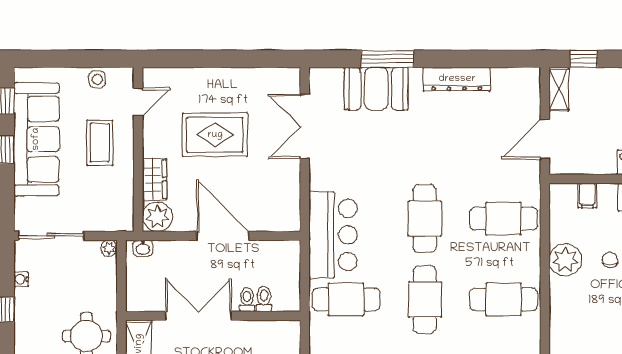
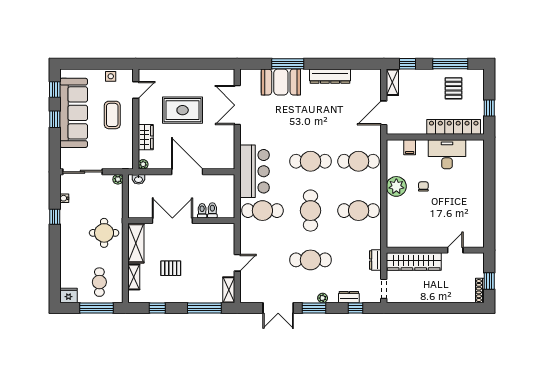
plant: (157, 217) -> (143, 164), width x0.53, depth x0.53
cafe table: (425, 219) -> (310, 161), turned 90

